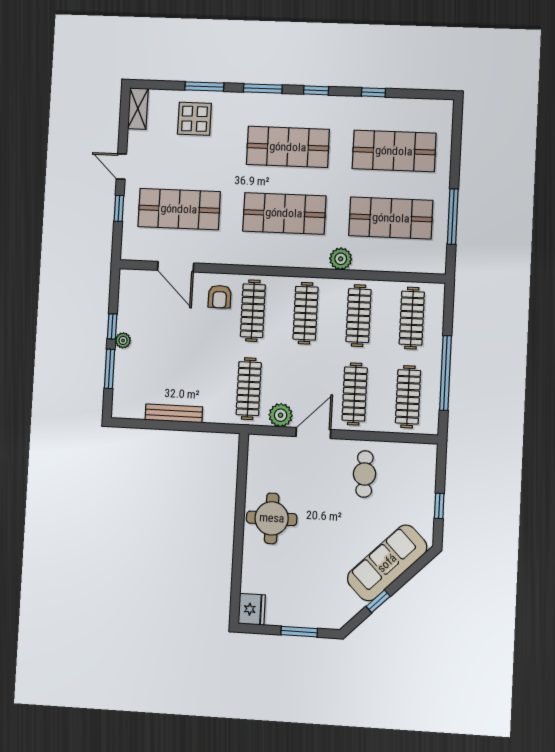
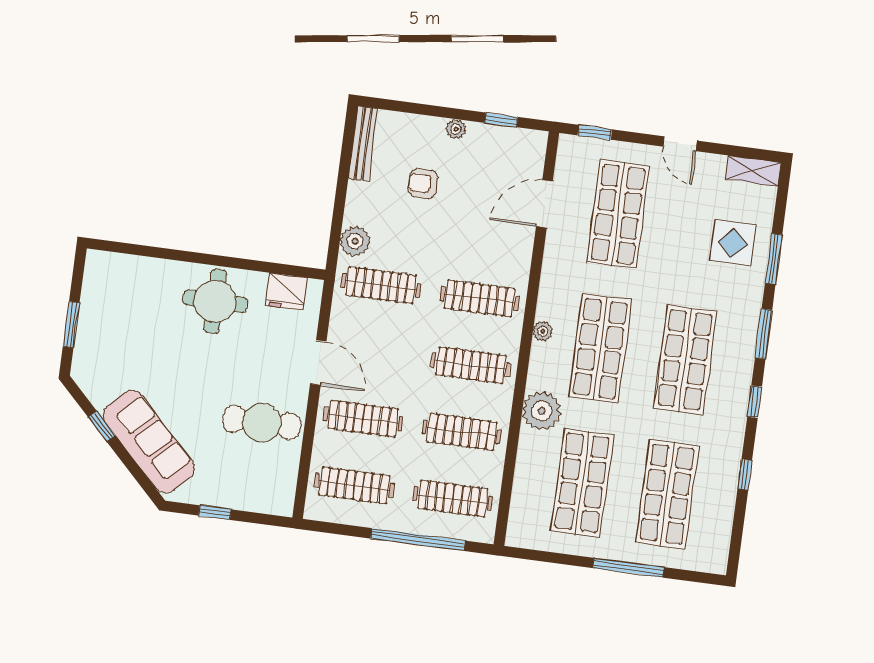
door: (121, 166) -> (680, 144), swing flipped
window: (119, 208) -> (595, 132), moved
window: (453, 217) -> (628, 568), moved
plant: (275, 259) -> (543, 331), added
plant: (341, 259) -> (542, 411), width x1.36, depth x1.36
armchair: (220, 297) -> (423, 183), moved
window: (112, 326) -> (501, 120), moved
window: (110, 369) -> (421, 109), removed
window: (445, 373) -> (418, 540), moved
bench: (174, 413) -> (363, 144), moved
plant: (281, 415) -> (355, 241), moved
cafe table: (365, 474) -> (262, 423), width x1.37, depth x1.35
fridge: (252, 609) -> (287, 292), moved

